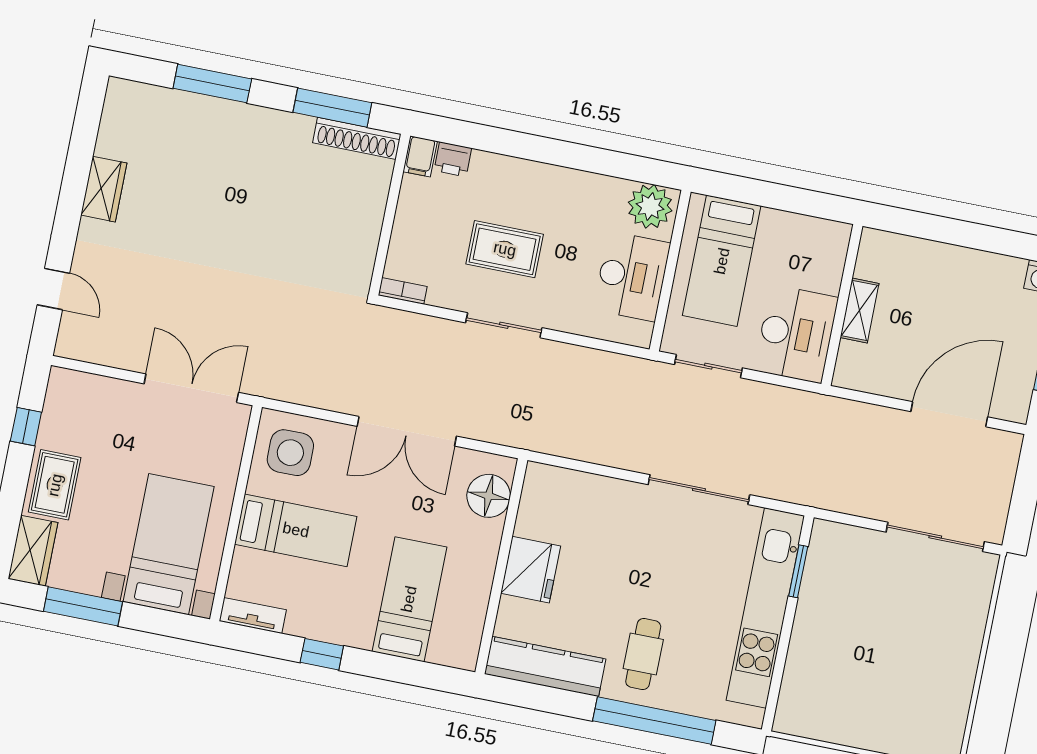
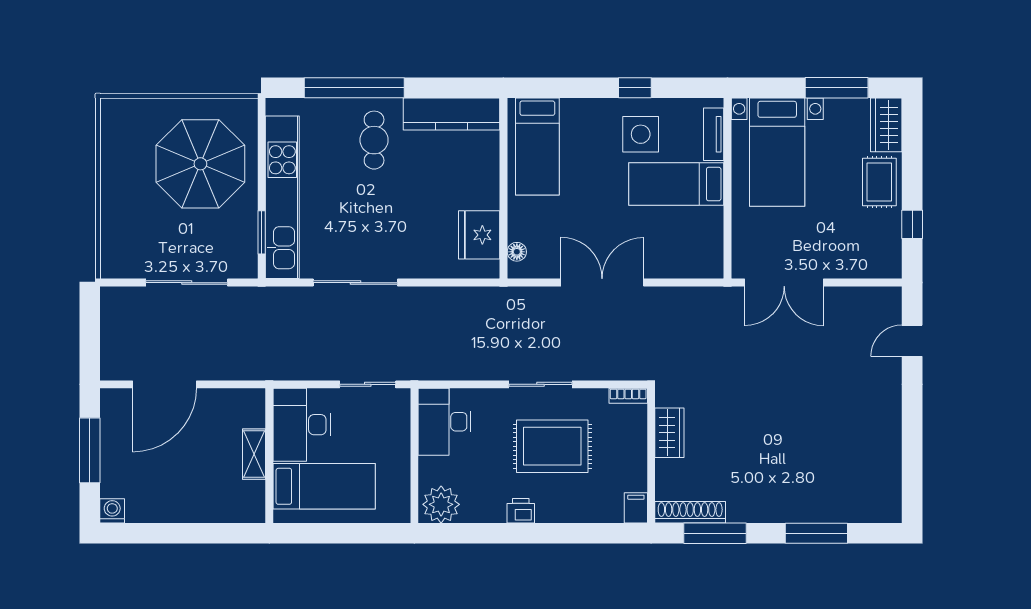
printer: (453, 159) -> (521, 511), moved
wardrobe: (104, 189) -> (669, 433), moved, turned 180
rug: (505, 249) -> (552, 446), width x1.36, depth x1.43
bed: (722, 261) -> (324, 486), moved, turned 90
desk: (632, 276) -> (445, 422), moved
door: (53, 289) -> (912, 341), hinge flipped
side table: (290, 453) -> (641, 134), moved
floor lamp: (489, 496) -> (517, 252), width x0.53, depth x0.53
sliding door: (935, 537) -> (187, 283), moved
fridge: (531, 570) -> (479, 235), moved
bed: (409, 599) -> (537, 146), moved
tv unit: (253, 615) -> (714, 134), moved, turned 90
parasol: (855, 667) -> (200, 164), added

